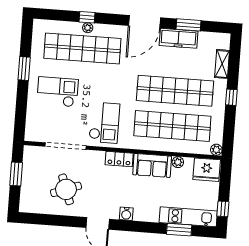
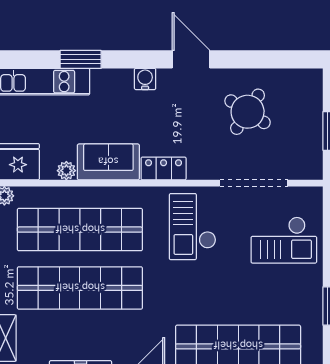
checkout: (58, 92) -> (284, 240), moved
round table: (66, 189) -> (248, 112), turned -37
window: (179, 230) -> (81, 59), moved

